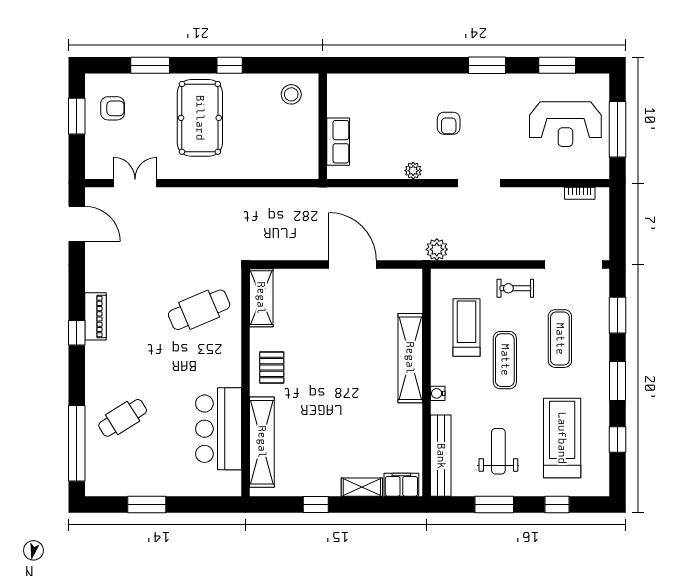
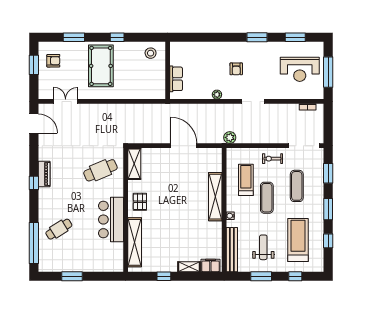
bar counter: (219, 429) -> (111, 220), moved

